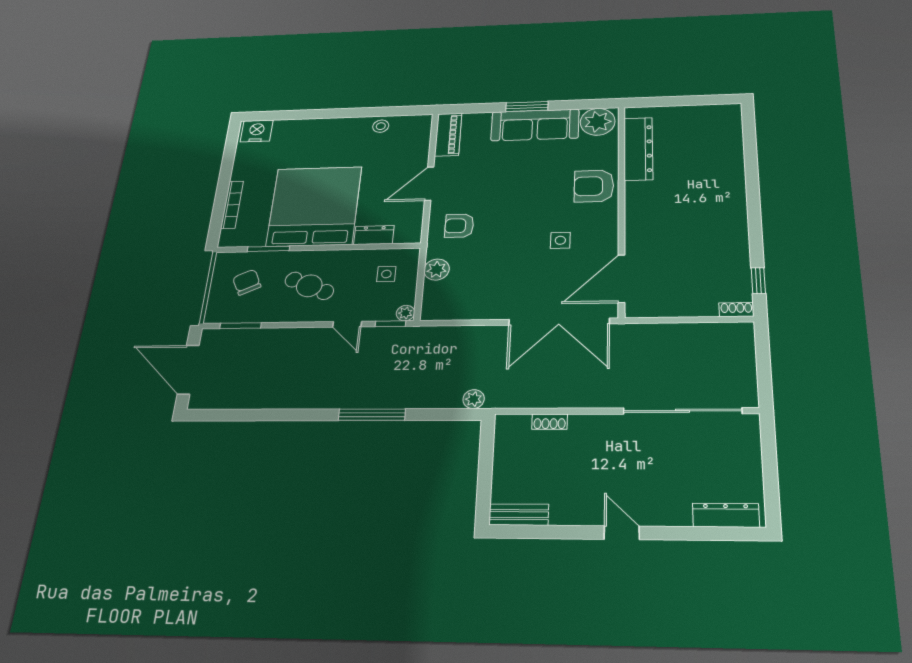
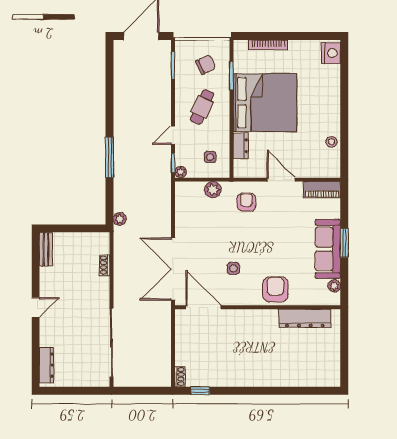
plant: (598, 122) -> (334, 286), width x0.53, depth x0.53

